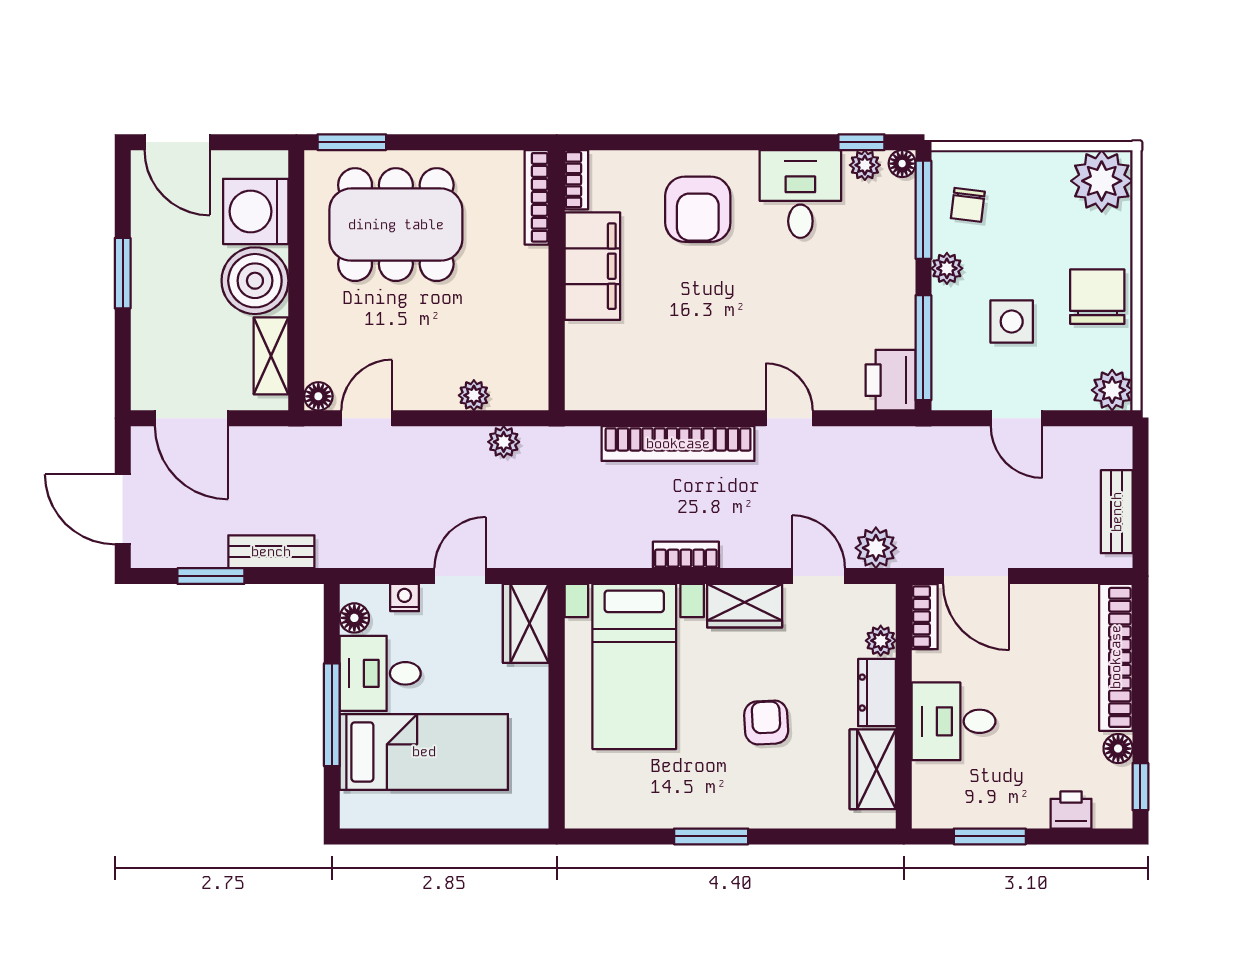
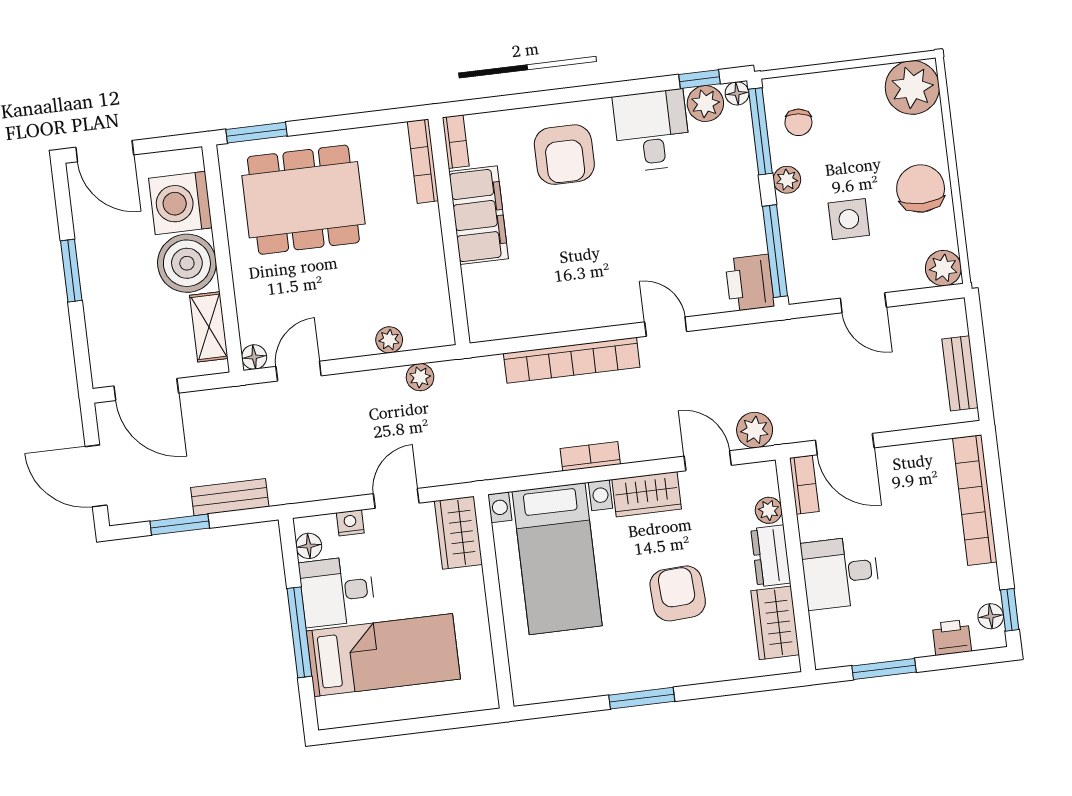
plant: (865, 165) -> (705, 104), width x1.38, depth x1.38
armchair: (766, 722) -> (678, 593), width x1.38, depth x1.38
floor lamp: (1118, 749) -> (991, 616), moved

